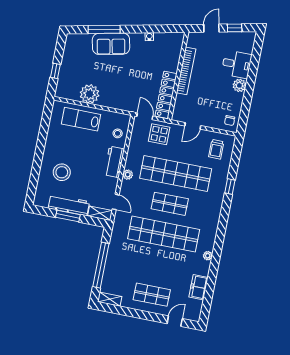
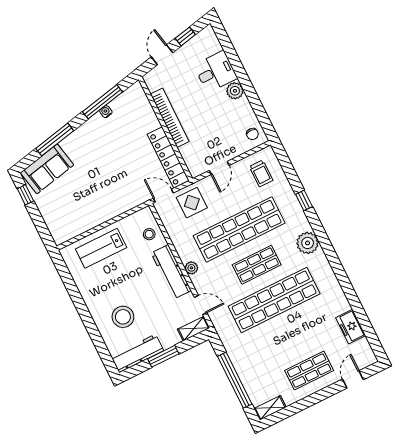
window: (152, 29) -> (102, 102), added
sofa: (111, 44) -> (47, 169), moved
window: (55, 71) -> (25, 195), moved
plant: (90, 94) -> (90, 216), removed
workbench: (114, 162) -> (171, 272), width x1.37
workbench: (69, 205) -> (137, 353), moved
plant: (208, 256) -> (308, 243), moved, width x1.88, depth x1.88

